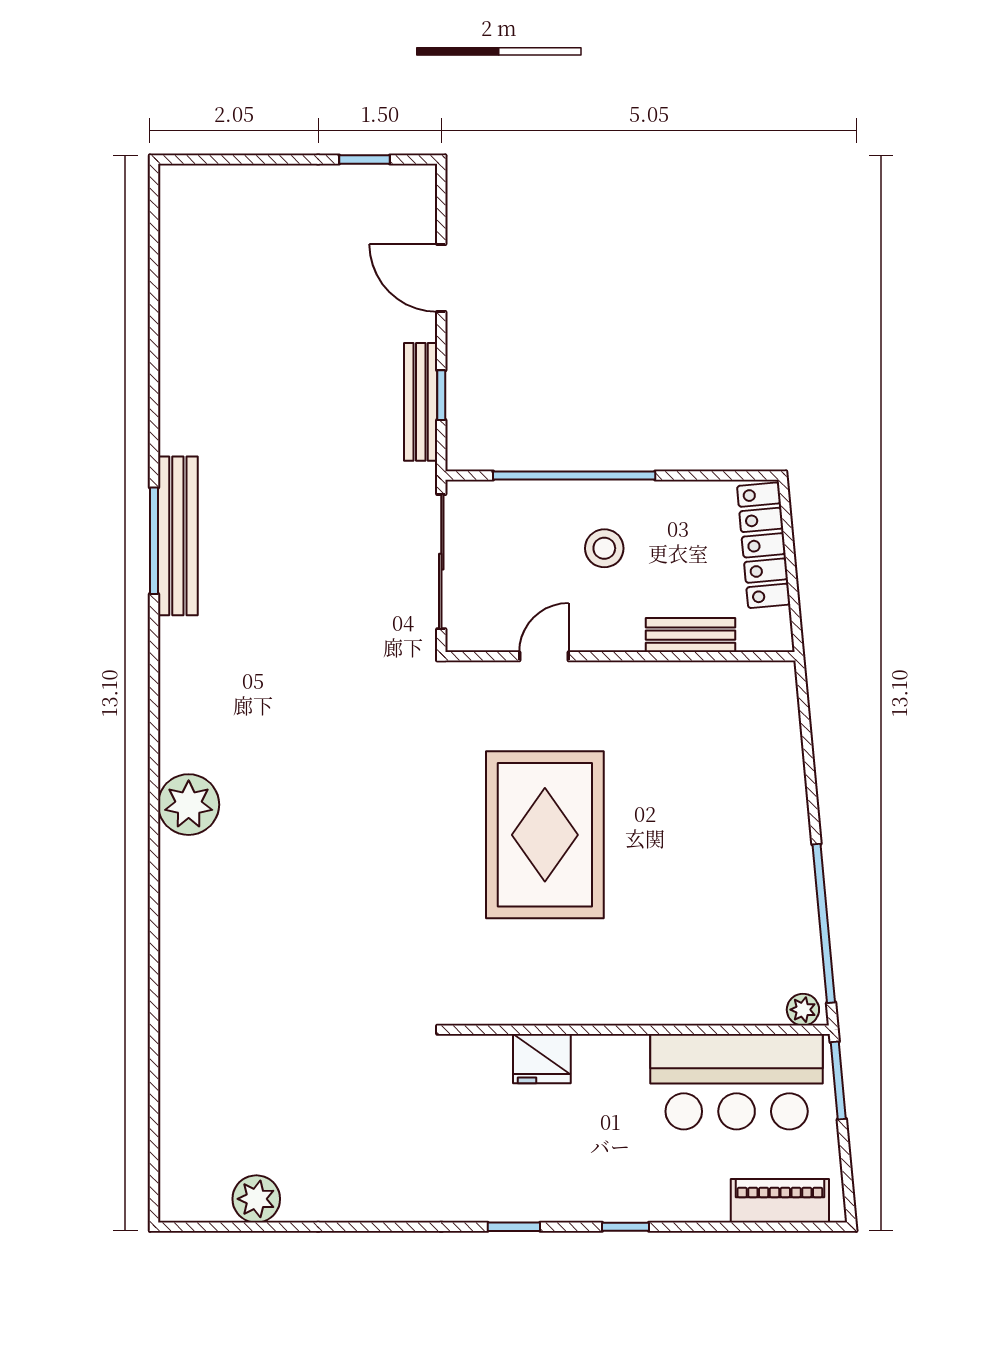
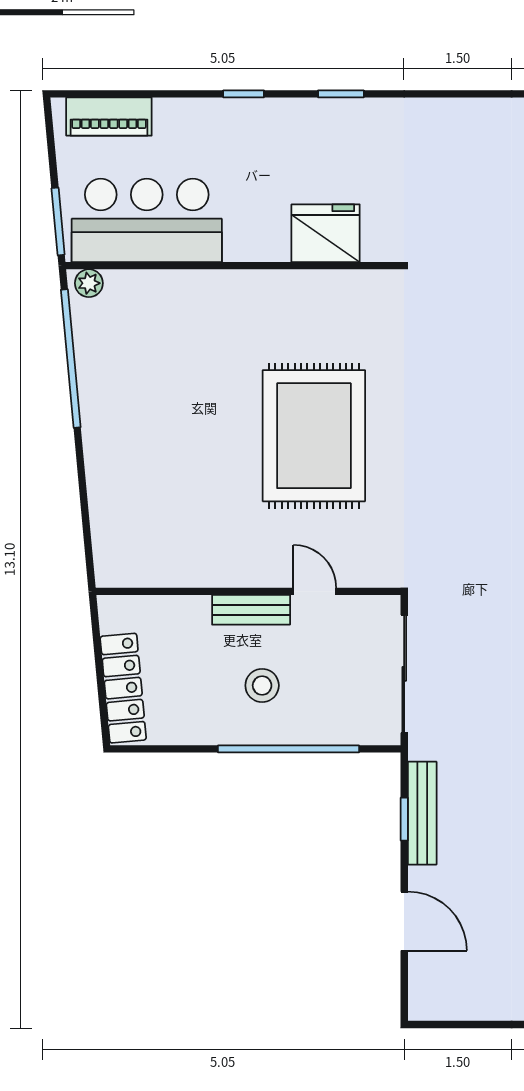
window: (365, 160) -> (471, 1024), removed
bench: (690, 635) -> (251, 610), moved
door: (544, 656) -> (315, 591), swing flipped
fridge: (542, 1059) -> (326, 233), width x1.36, depth x1.34

